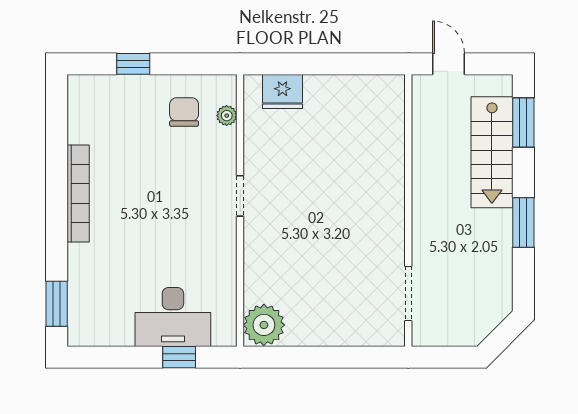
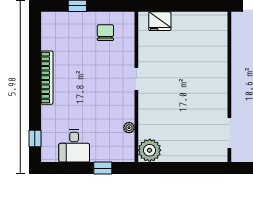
plant: (227, 116) -> (129, 128), moved
window: (57, 304) -> (35, 139), width x0.67
desk: (173, 317) -> (74, 146), moved, width x0.73

